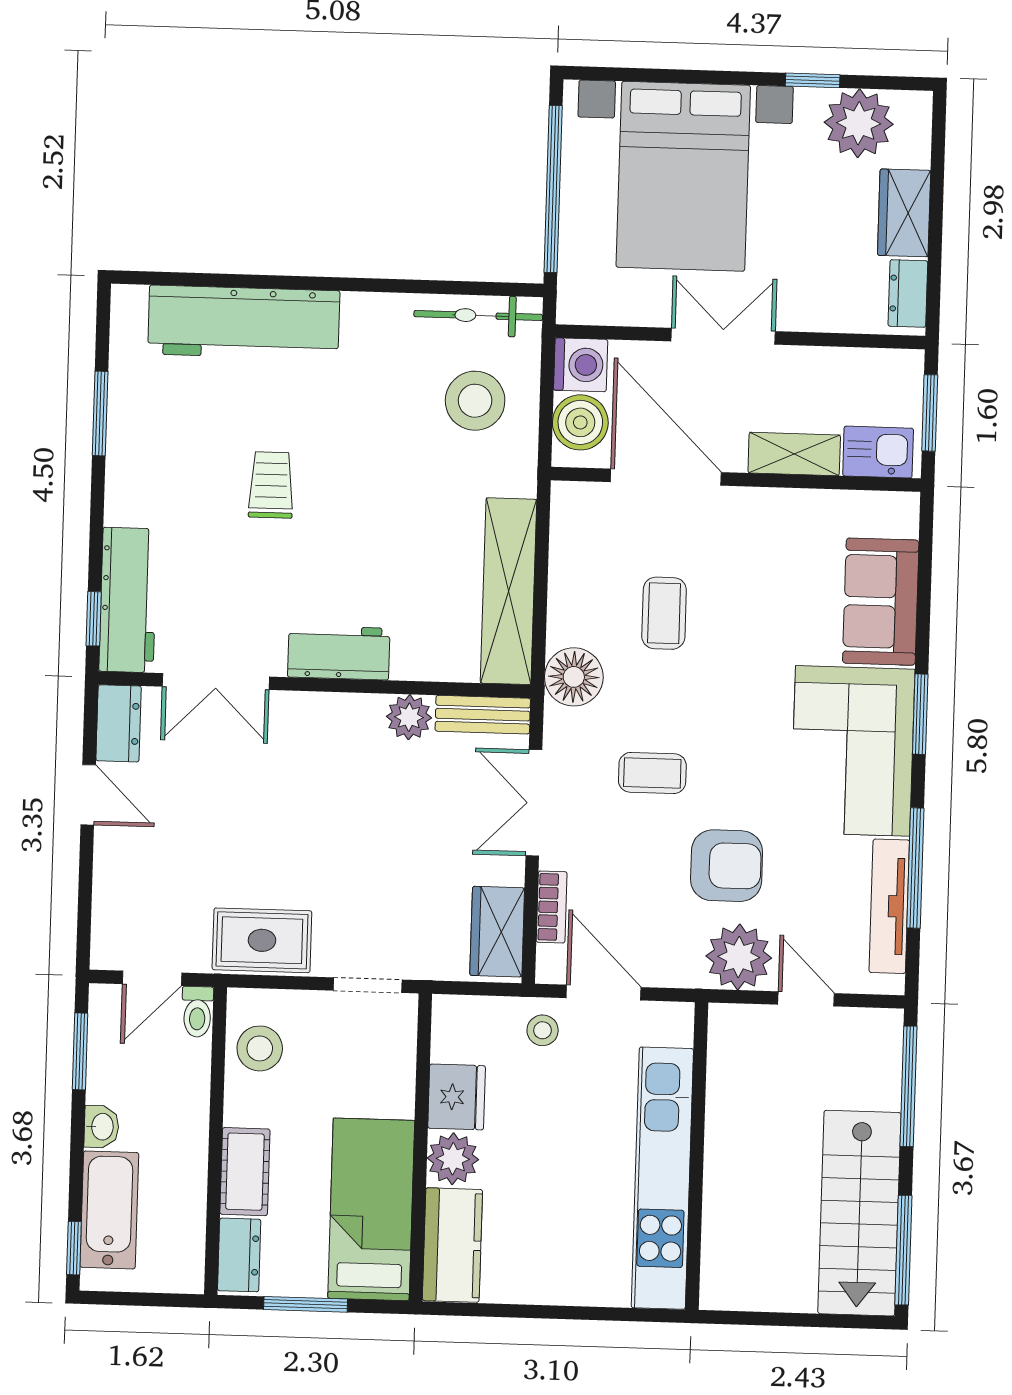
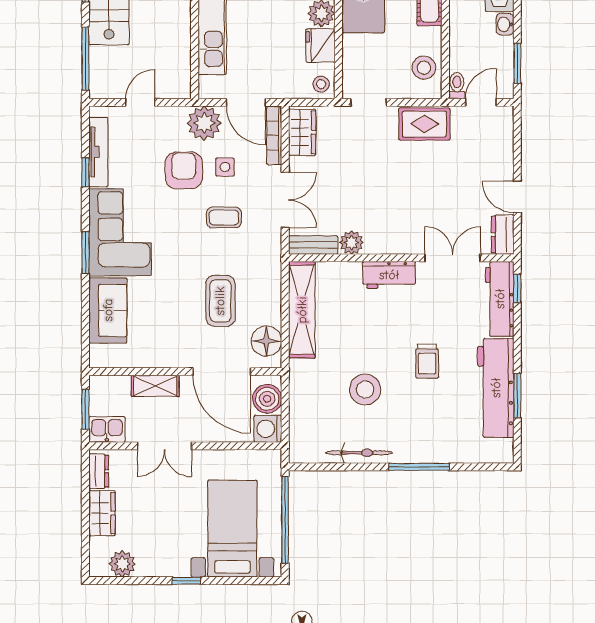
window: (813, 80) -> (186, 581), moved
plant: (859, 123) -> (122, 564), width x0.73, depth x0.73
bed with nightstands: (683, 176) -> (232, 529), width x0.73
window: (293, 283) -> (419, 467), added
bicycle: (478, 315) -> (359, 453), moved
workbench: (244, 322) -> (496, 388), moved, turned -90
double door: (723, 336) -> (164, 446), moved
stool: (475, 401) -> (365, 389), moved
kitchen sink: (878, 452) -> (107, 429), moved, turned 180
coffee table: (664, 613) -> (220, 301), width x1.36, depth x1.30
floor lamp: (574, 677) -> (266, 341), moved
armchair: (727, 866) -> (184, 170), turned 90
window: (915, 868) -> (85, 172), width x0.46
side table: (647, 870) -> (225, 167), added
bookcase: (552, 907) -> (274, 136), width x1.56
plant: (739, 957) -> (204, 123), moved
door: (806, 999) -> (140, 102), swing flipped
stool: (543, 1030) -> (321, 84), moved

